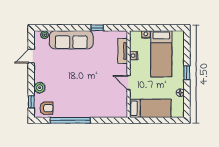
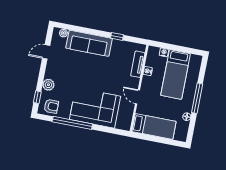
window: (187, 73) -> (197, 98), width x2.17
corner sofa: (89, 101) -> (95, 108), added

